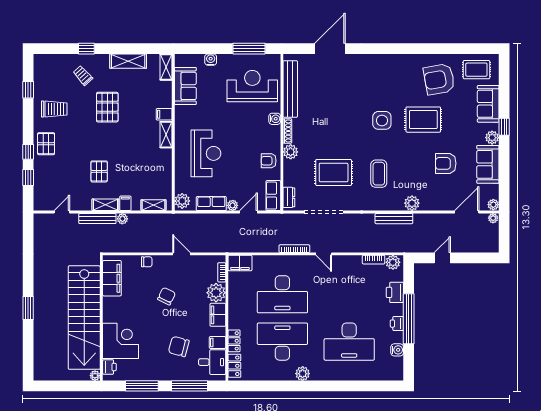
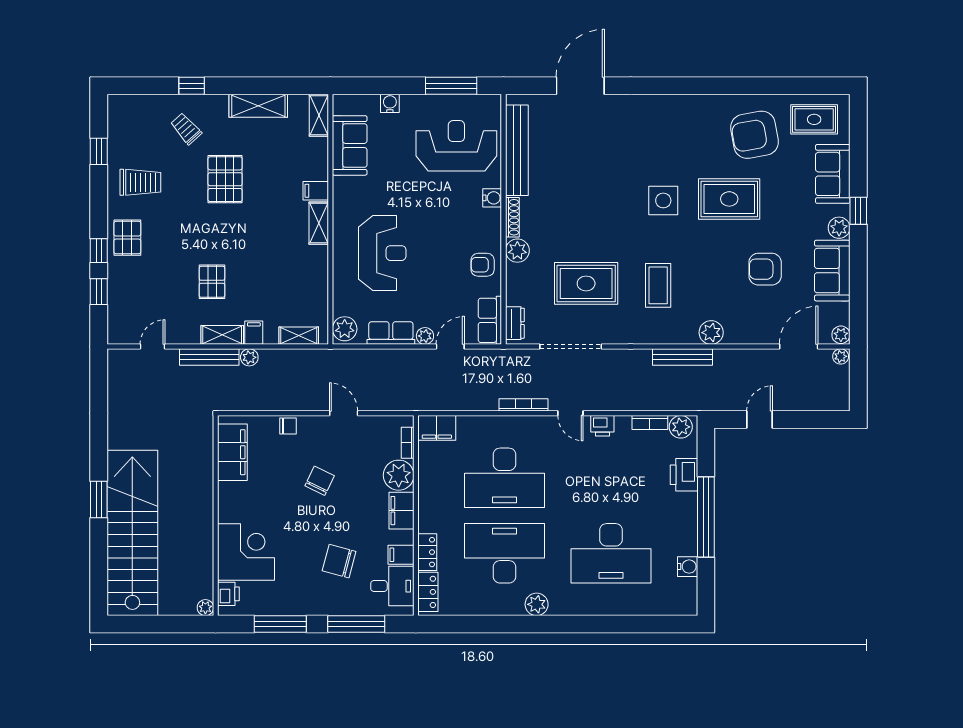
stairs: (84, 318) -> (132, 533), moved, turned 180
printer: (397, 324) -> (602, 426), moved, turned -90

